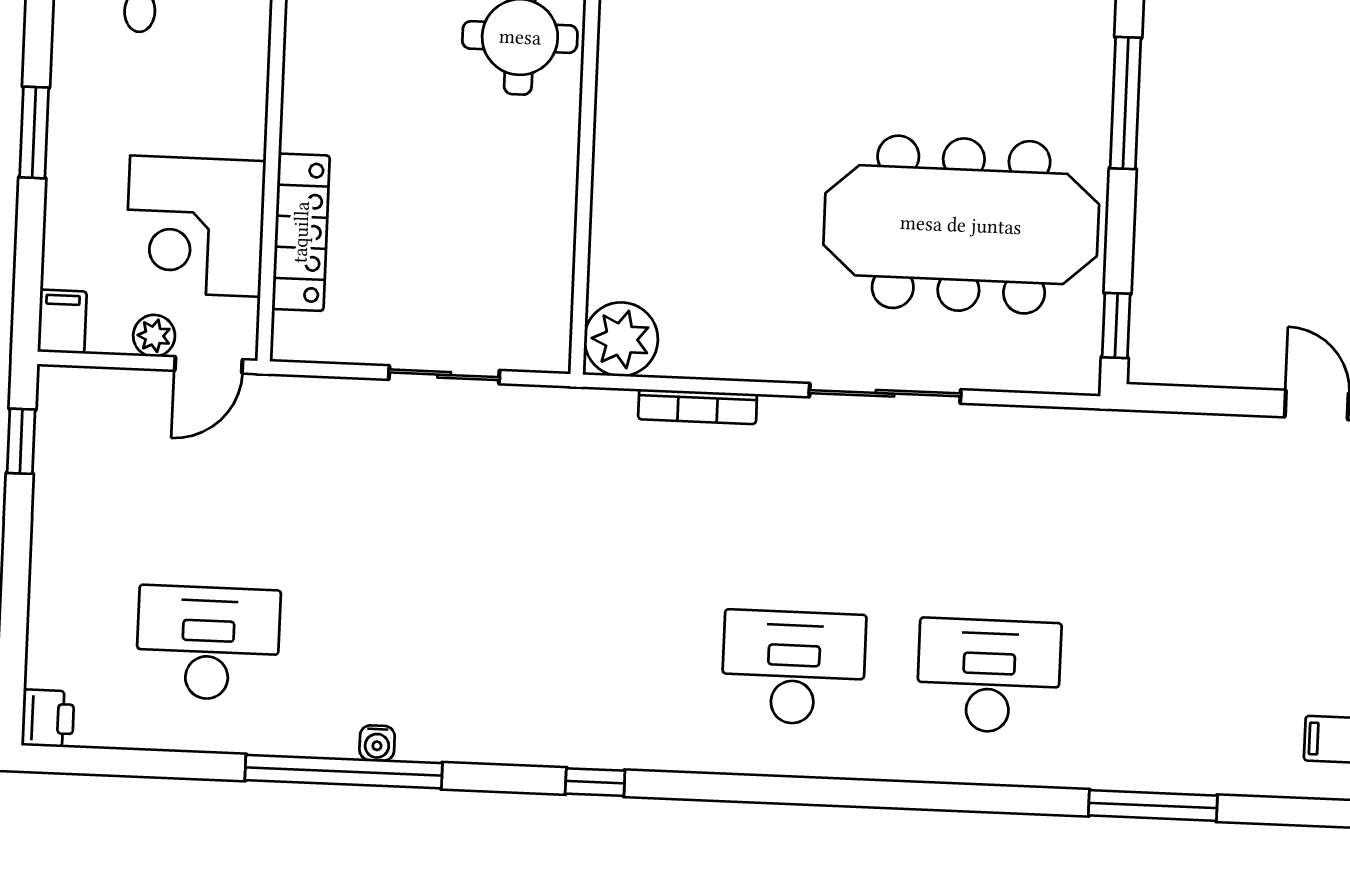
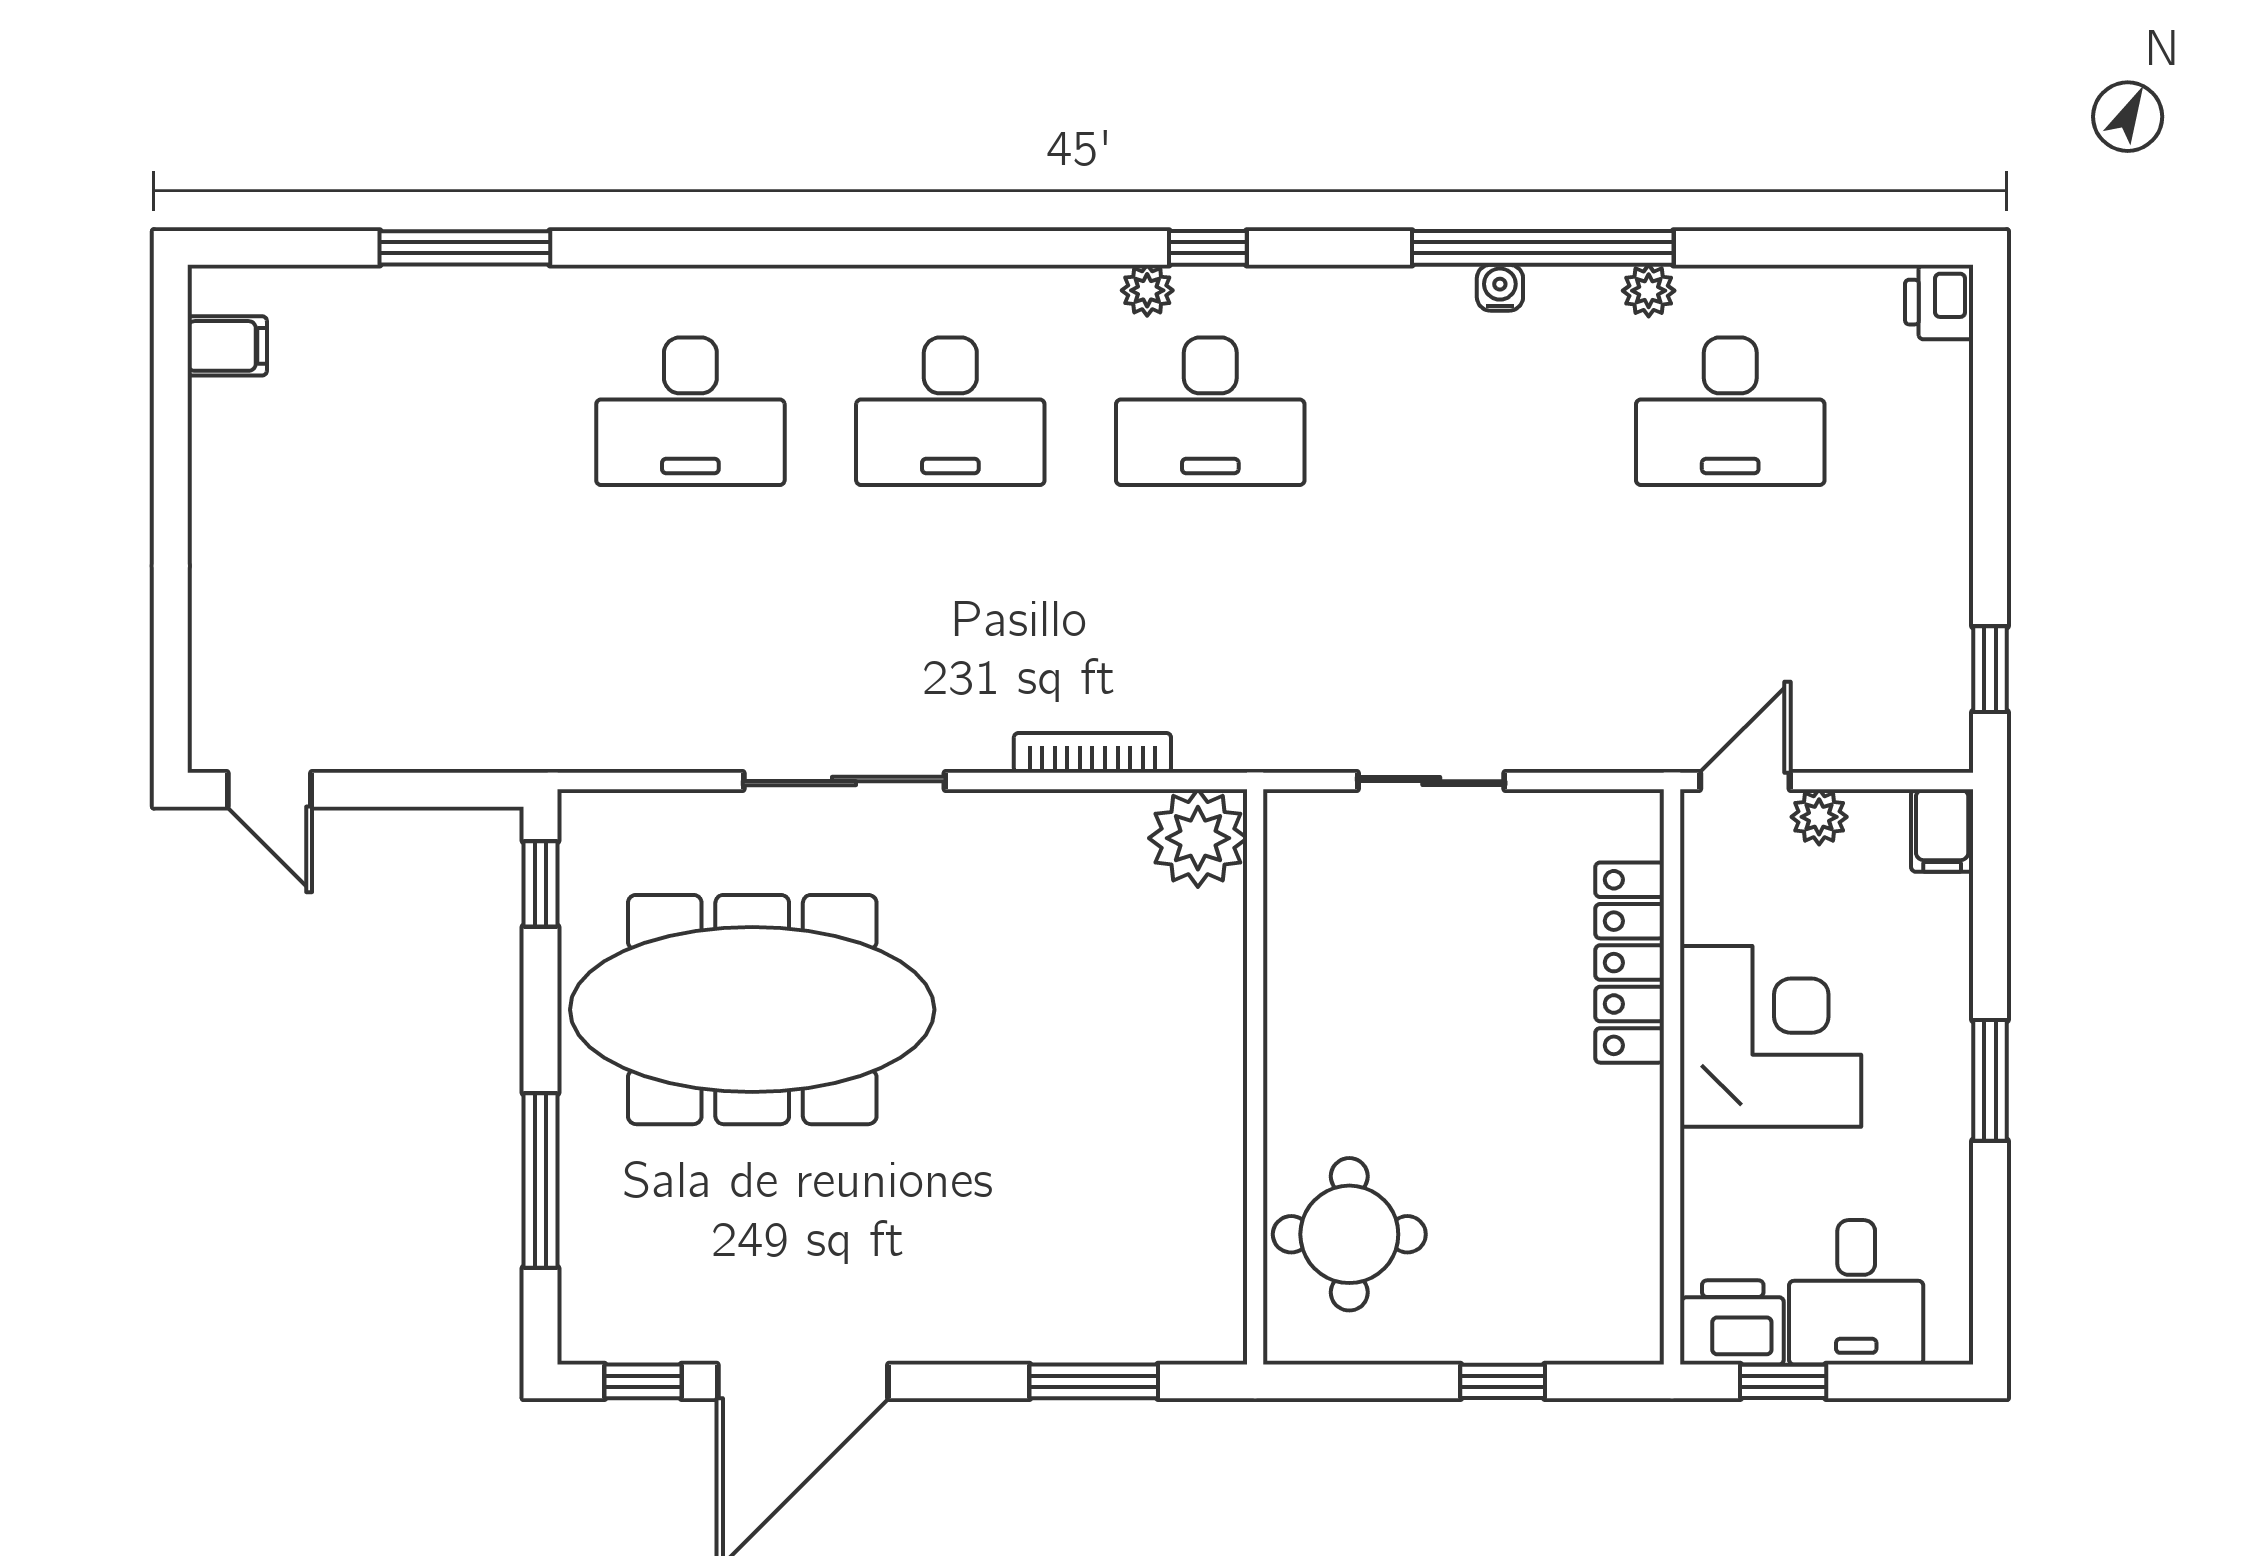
corner desk: (195, 226) -> (1771, 1036), moved
desk: (598, 659) -> (1210, 411), added
plant: (265, 736) -> (1649, 291), added
plant: (642, 752) -> (1147, 290), added

